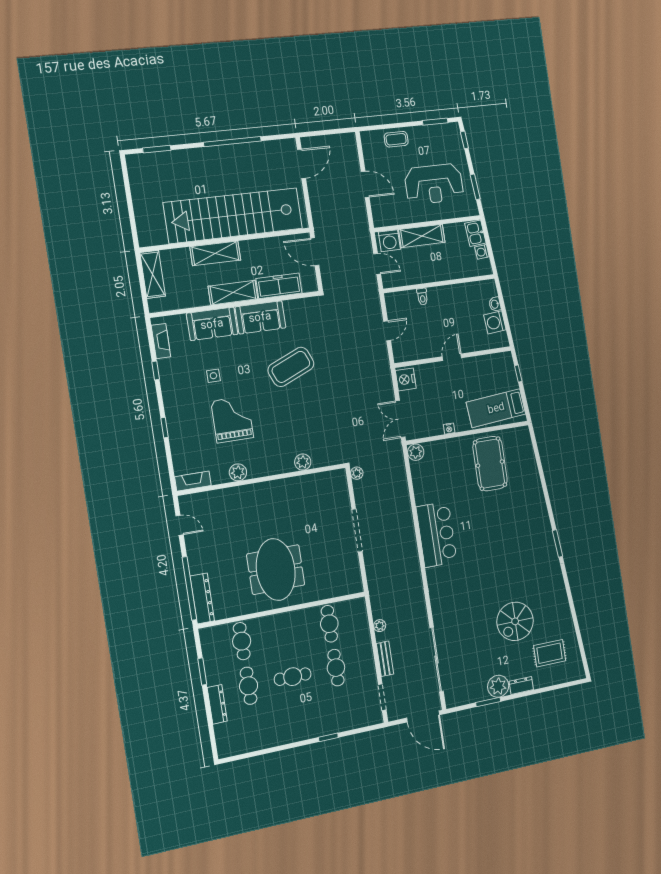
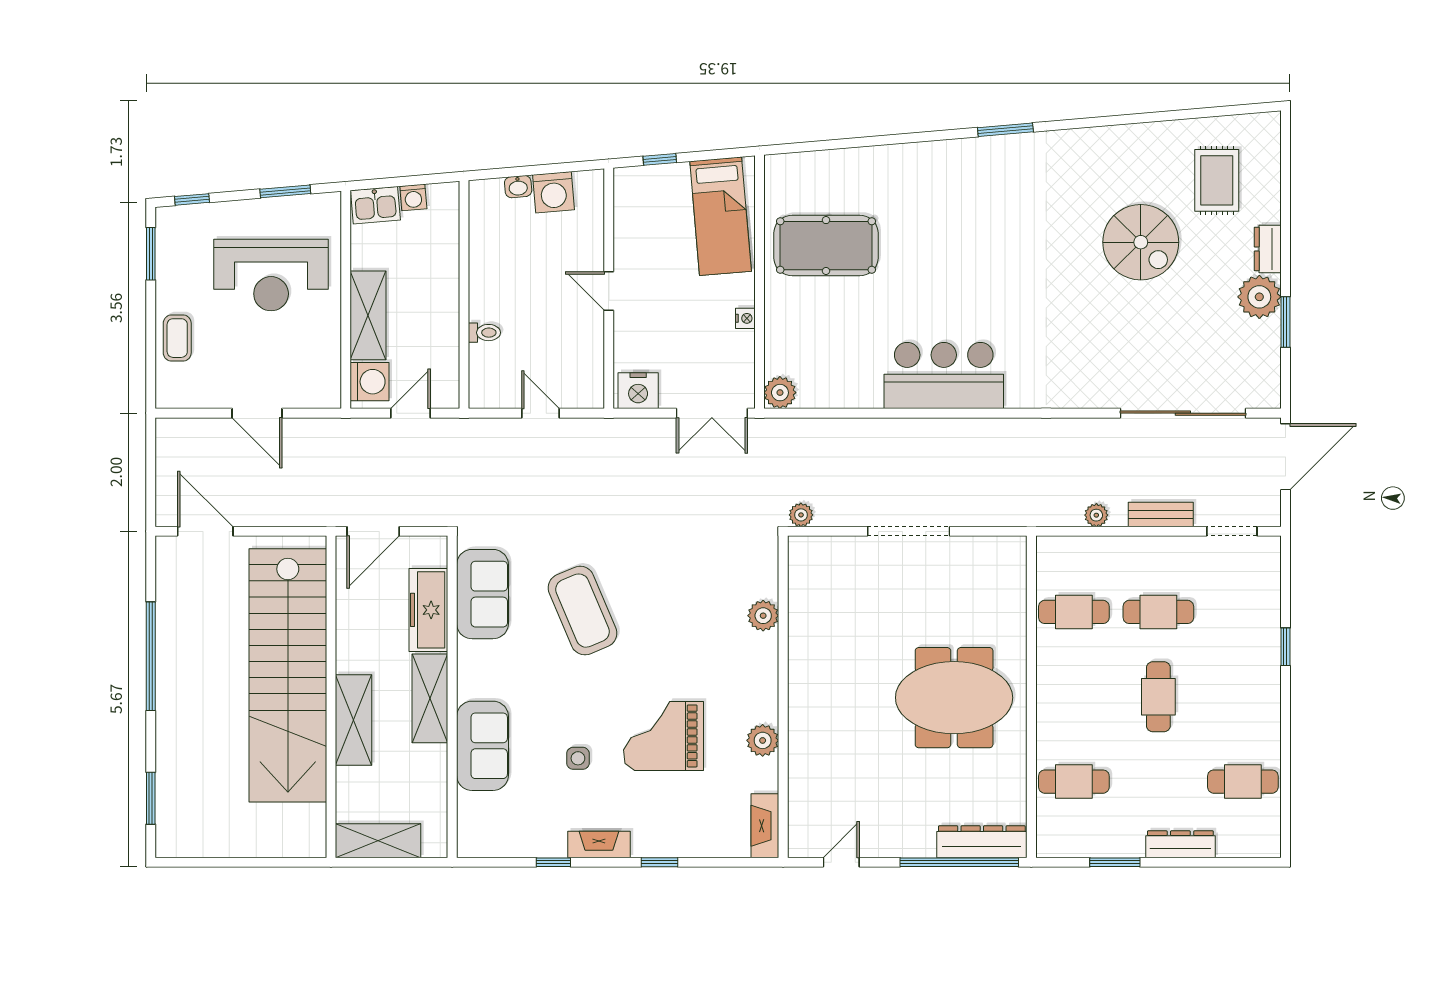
door: (365, 184) -> (257, 413), swing flipped
reception desk: (434, 184) -> (271, 275), turned 90
sofa: (260, 317) -> (482, 594), moved
fireplace: (161, 341) -> (599, 844), moved
cafe table: (249, 686) -> (1243, 782), moved

